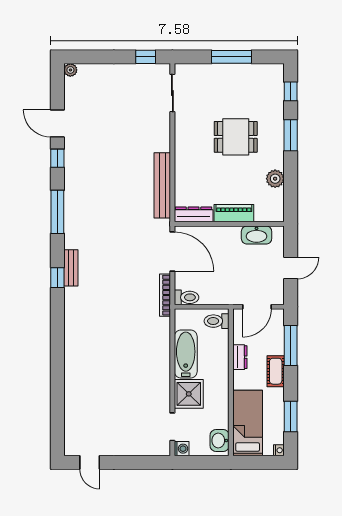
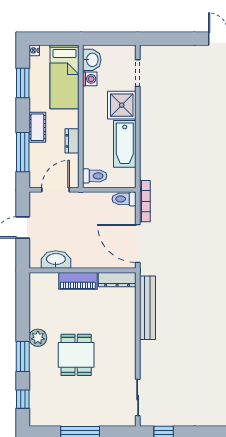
dining table: (236, 137) -> (76, 355), turned 90
plant: (275, 179) -> (38, 338), moved
washing machine: (182, 449) -> (90, 79), moved, turned 180

